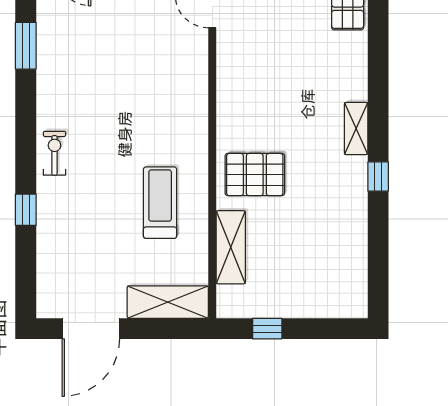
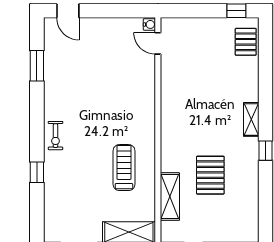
exercise bike: (54, 153) -> (55, 136), turned 180
pallet: (255, 175) -> (210, 175), moved, turned 90

